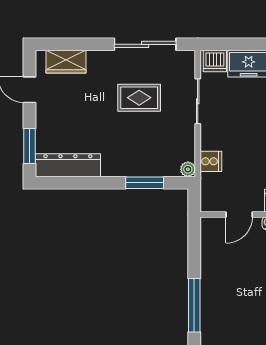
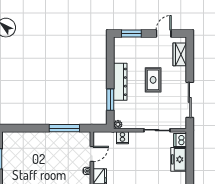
rug: (139, 98) -> (153, 80), moved
dresser: (68, 165) -> (120, 82), moved
door: (239, 214) -> (92, 154), swing flipped
window: (194, 305) -> (64, 128), moved

